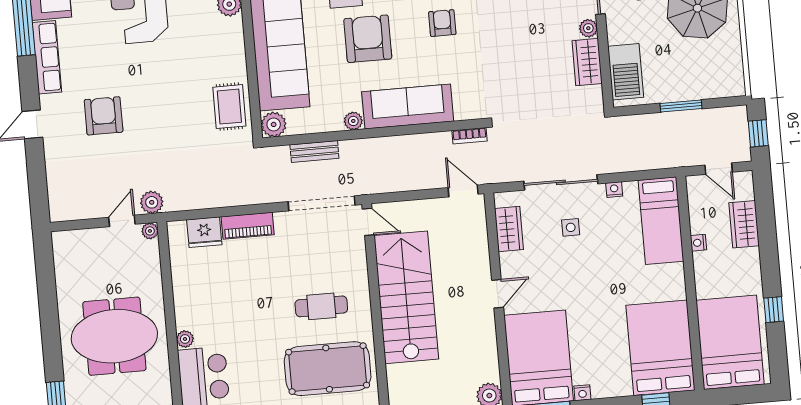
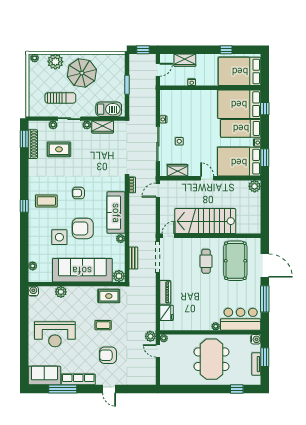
coffee table: (167, 100) -> (103, 325), added
bed: (661, 221) -> (241, 128), moved, turned 180

